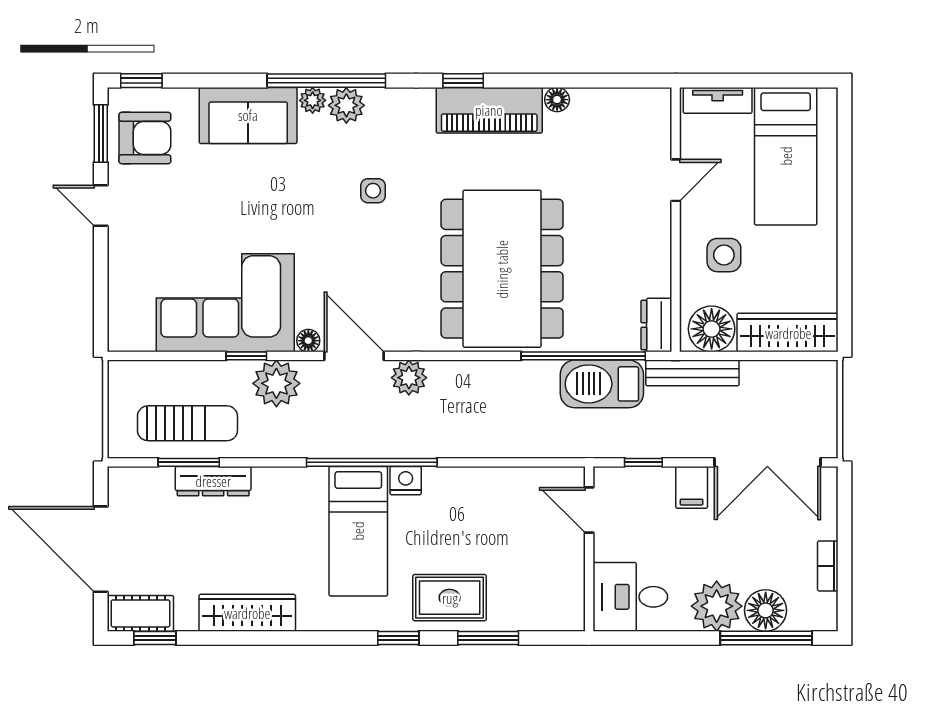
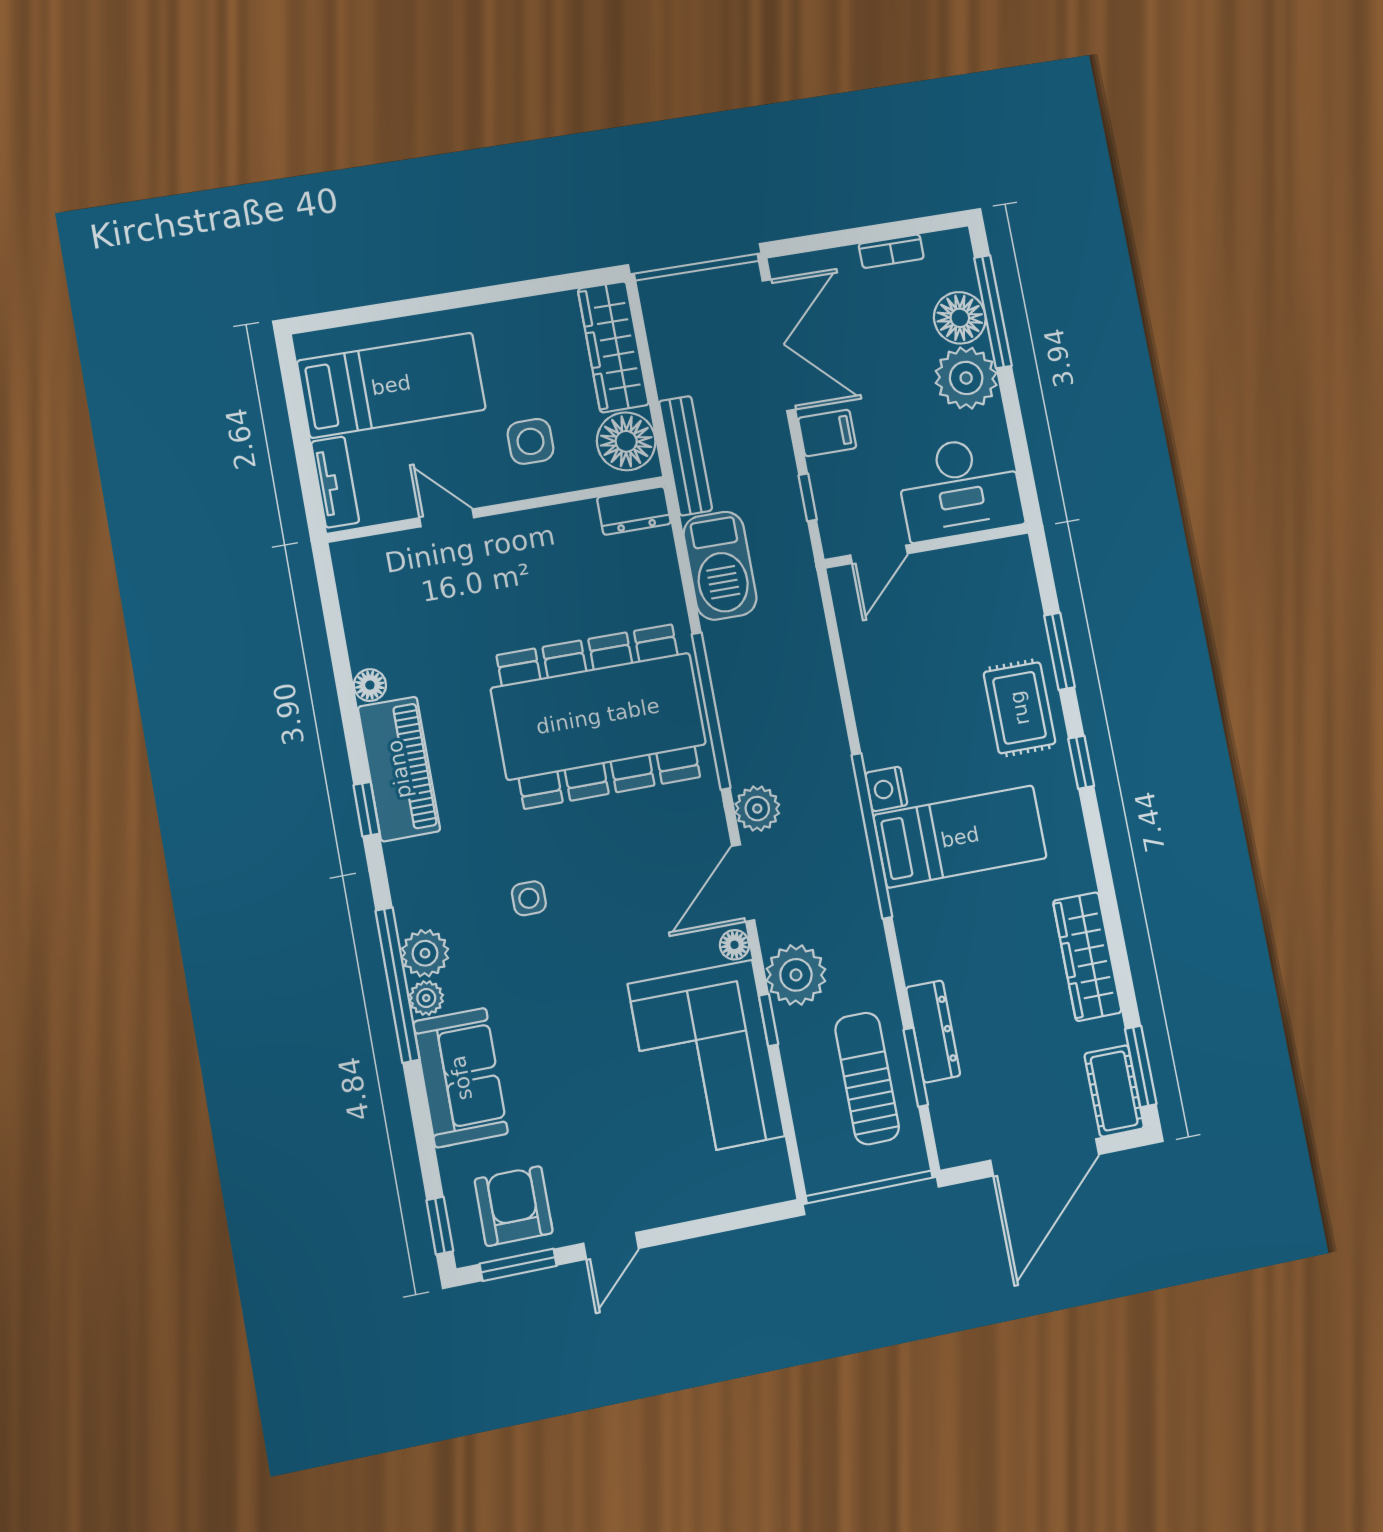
window: (583, 356) -> (711, 711), moved
desk: (630, 597) -> (960, 488), width x1.37
window: (155, 638) -> (1141, 1067), width x1.50

